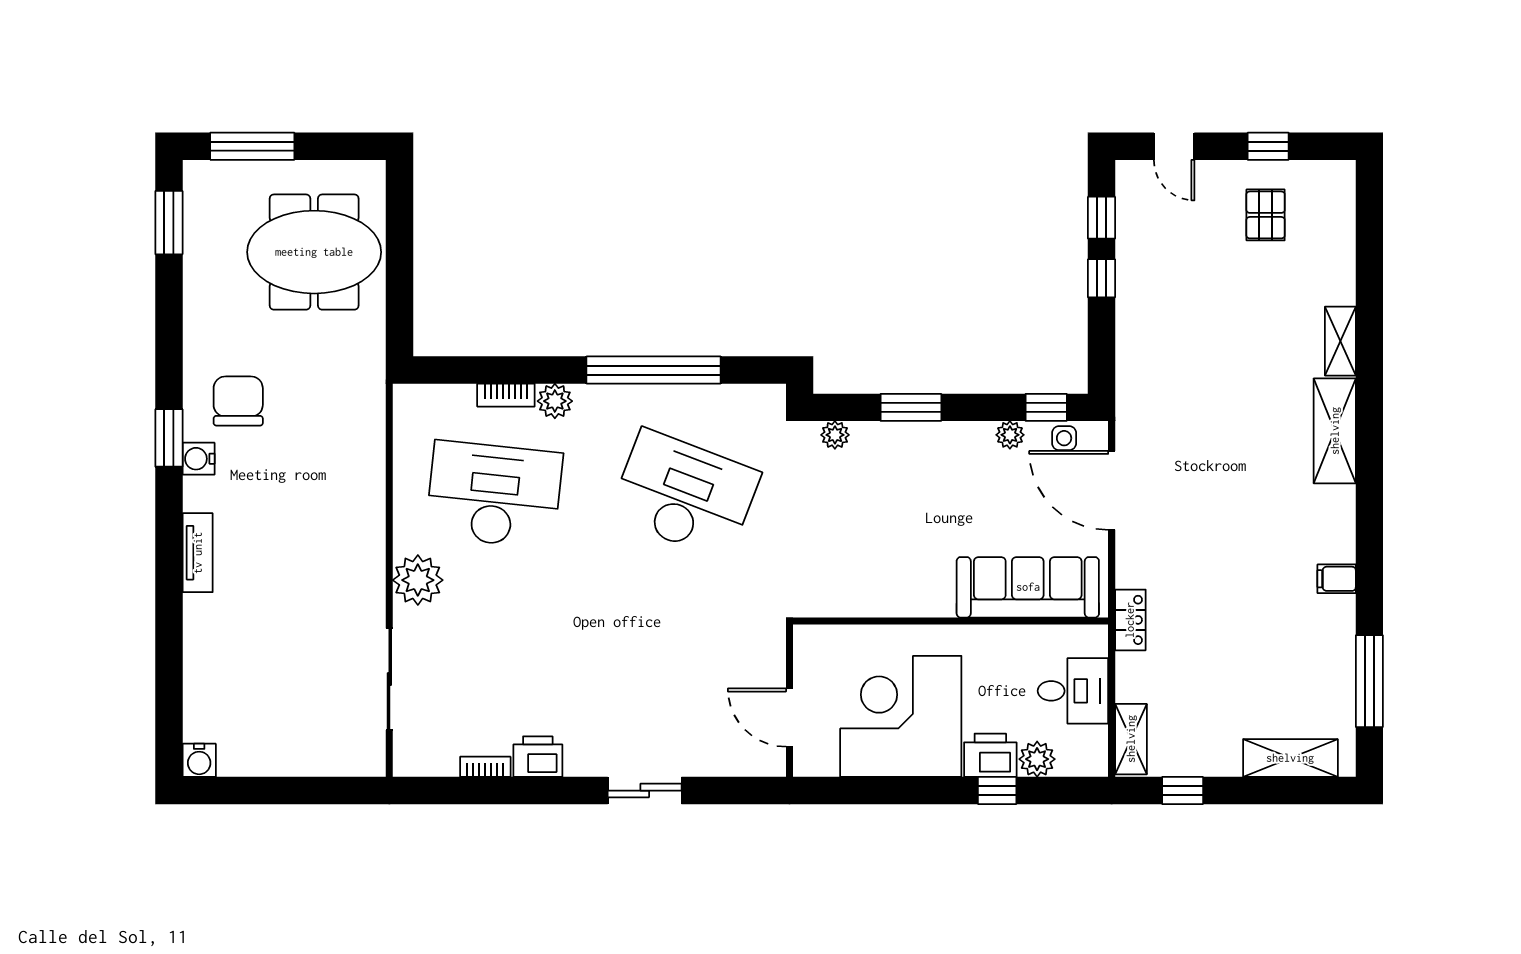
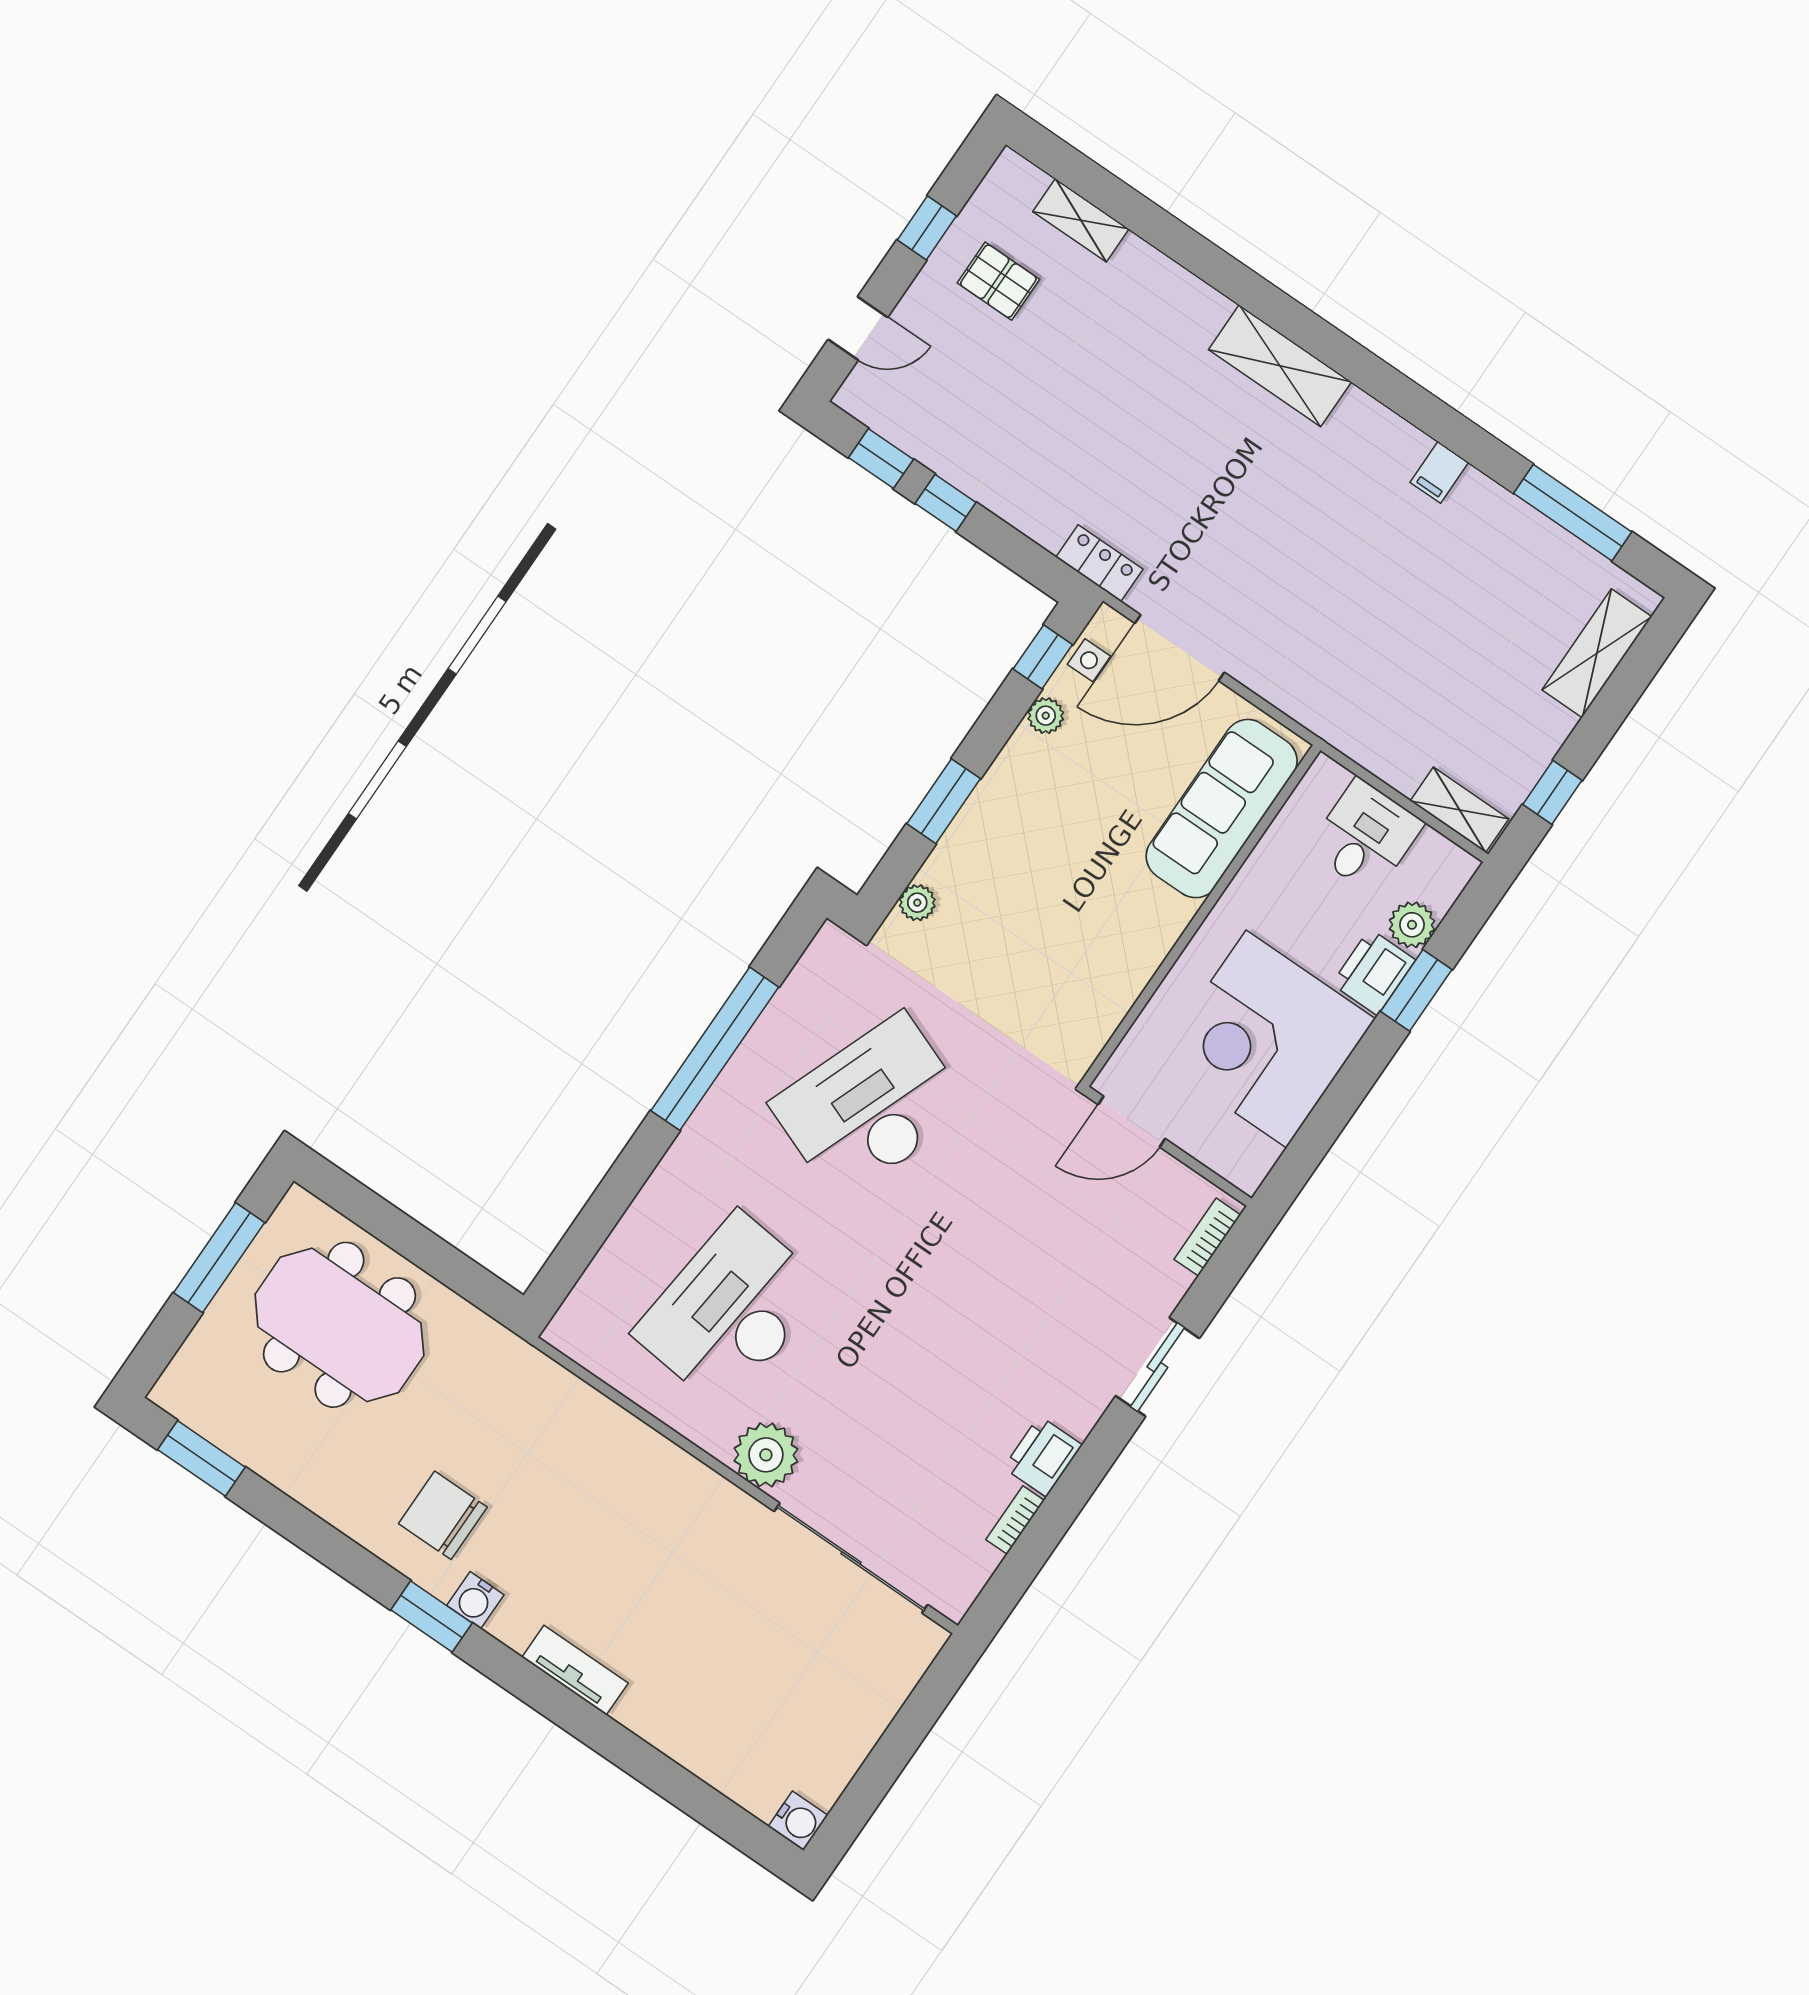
window: (252, 146) -> (219, 1258), moved
meeting table: (314, 252) -> (339, 1325), turned 90
shelving: (1340, 341) -> (1081, 220), moved
bookcase: (506, 395) -> (1207, 1237), moved, turned 180
plant: (555, 401) -> (675, 1177), removed
locker: (1130, 620) -> (1099, 563), moved
sliding door: (389, 679) -> (851, 1558), width x1.36
door: (789, 718) -> (1132, 1122), moved
window: (997, 791) -> (1416, 990), width x1.50

